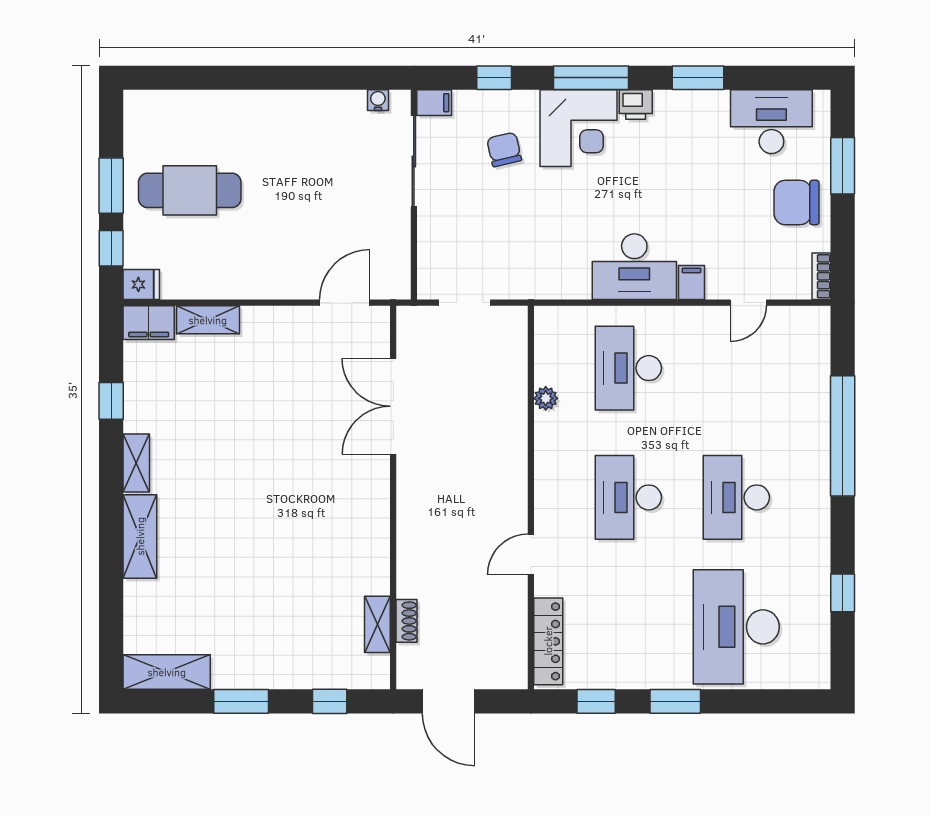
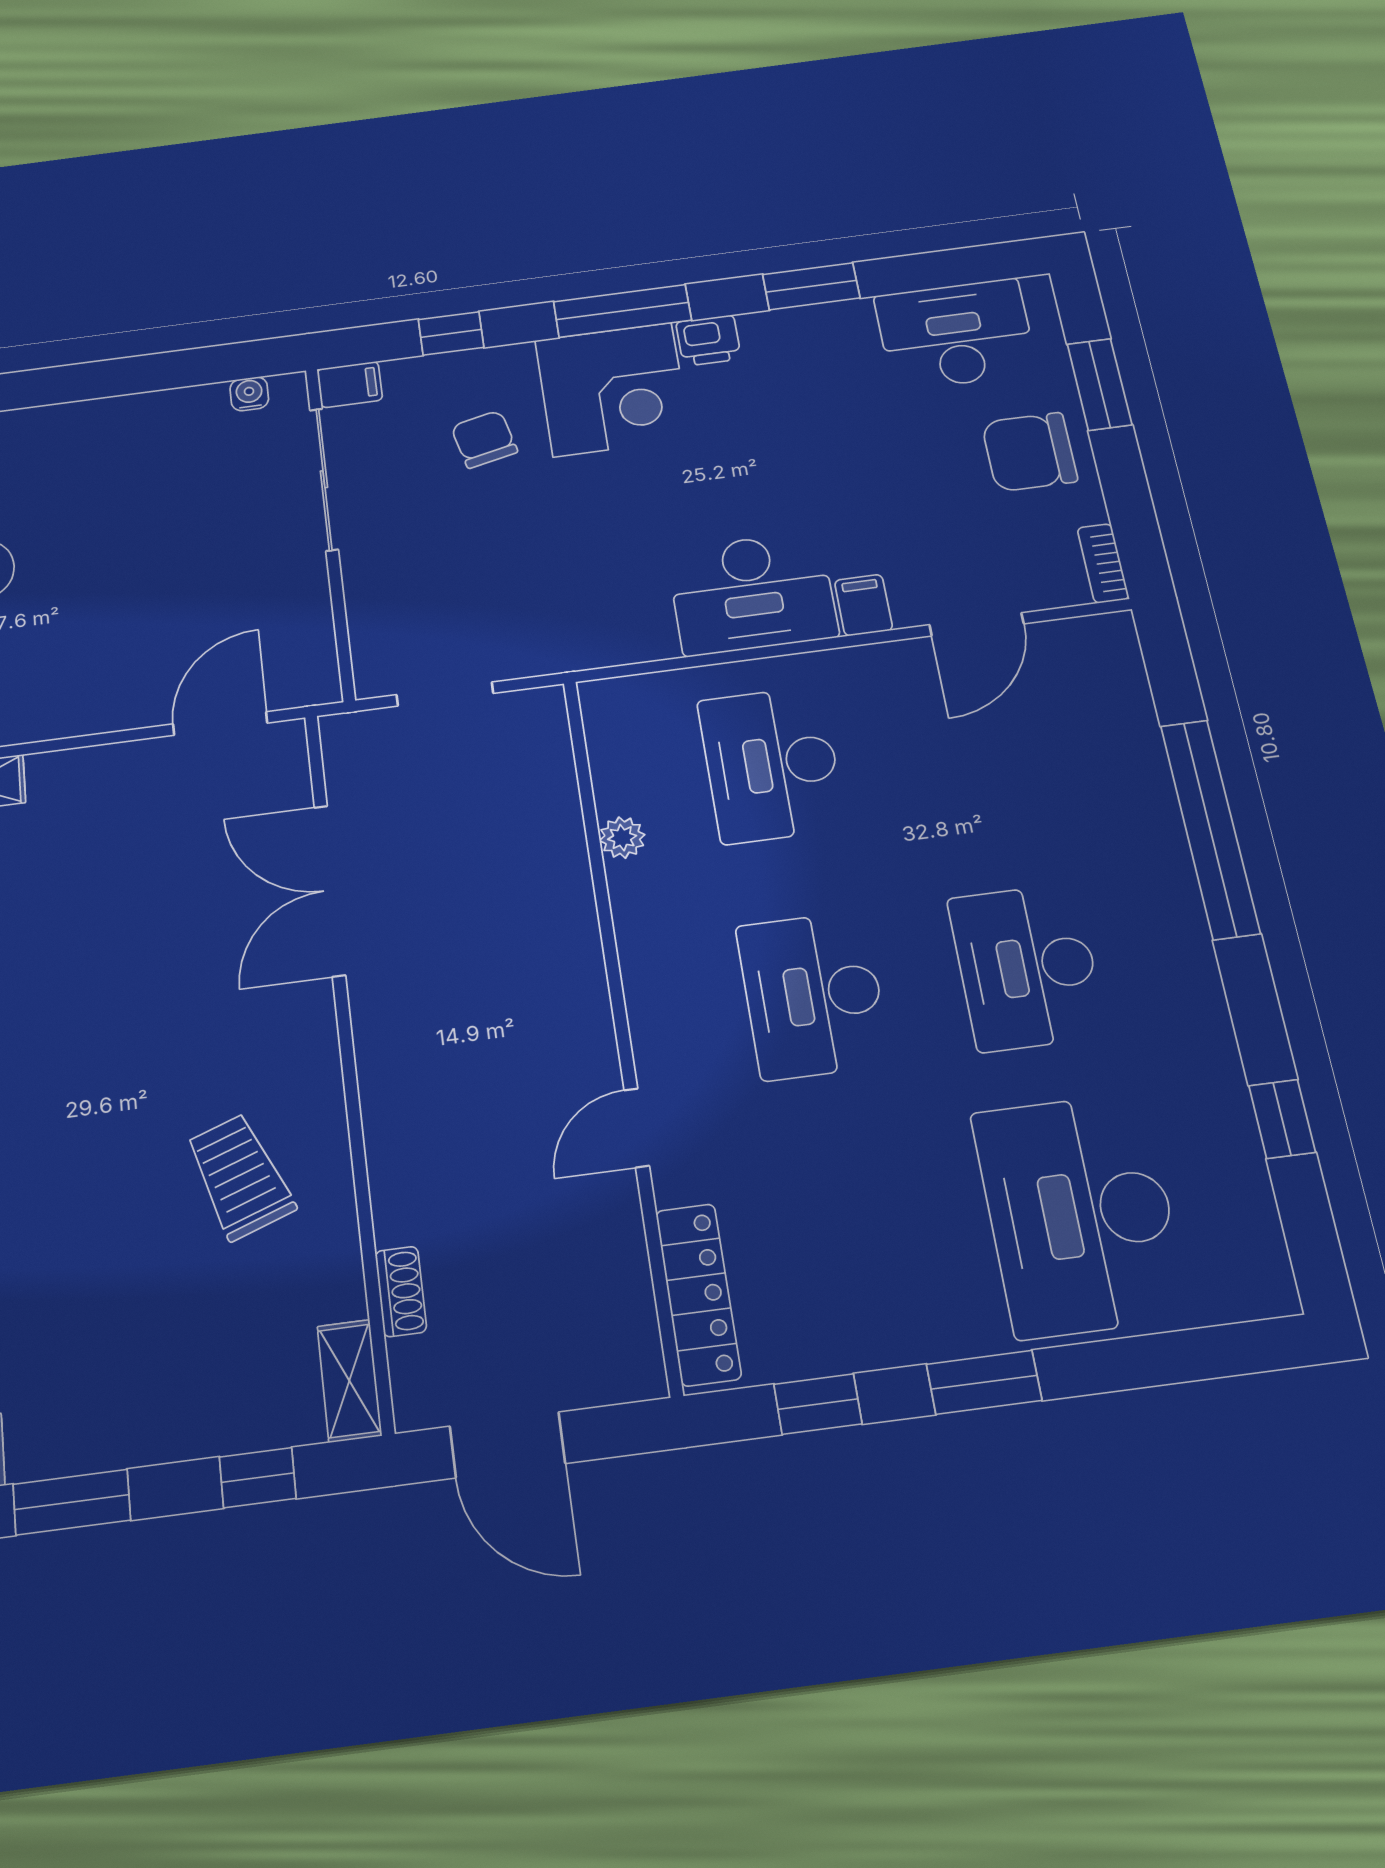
door: (748, 303) -> (977, 624), width x1.38
trolley: (334, 553) -> (240, 1176), added
shelving: (377, 624) -> (349, 1381), moved

